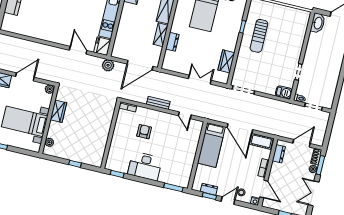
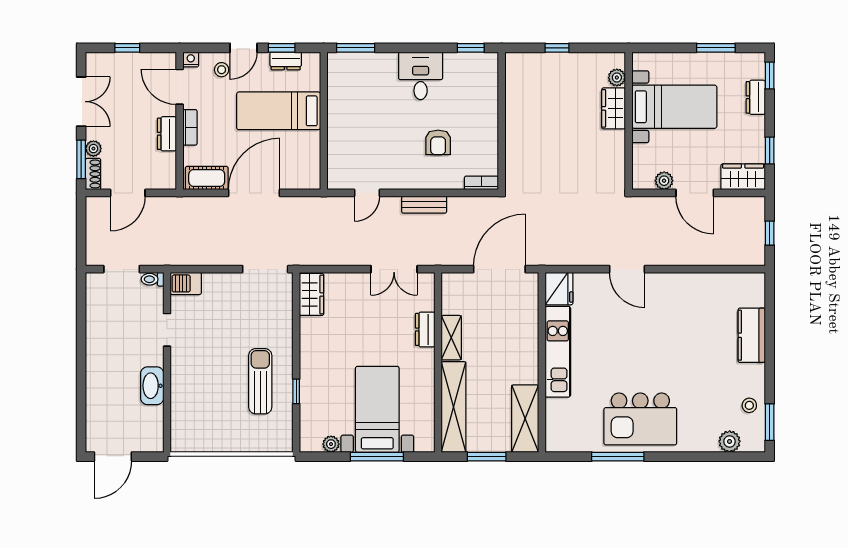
washbasin: (318, 23) -> (152, 386), moved
door: (78, 50) -> (627, 269), moved
wardrobe: (226, 61) -> (312, 294), moved
plant: (108, 65) -> (539, 254), removed
door: (140, 65) -> (499, 269), moved
door: (25, 77) -> (695, 193), hinge flipped
double door: (200, 80) -> (394, 269), moved
plant: (50, 89) -> (664, 181), moved
wardrobe: (58, 111) -> (614, 108), moved
door: (185, 115) -> (367, 193), swing flipped
door: (240, 129) -> (254, 193), hinge flipped
bed: (211, 145) -> (279, 111), moved, turned -90
dresser: (279, 154) -> (167, 134), moved
desk: (145, 166) -> (421, 76), width x0.73

